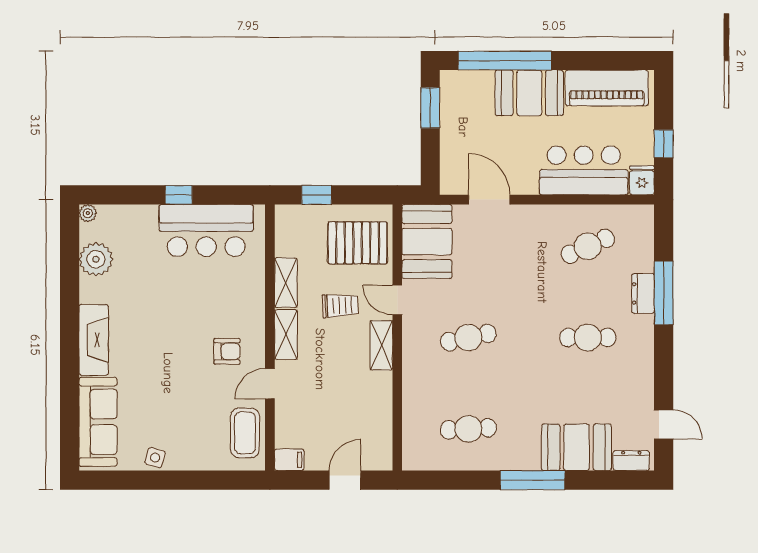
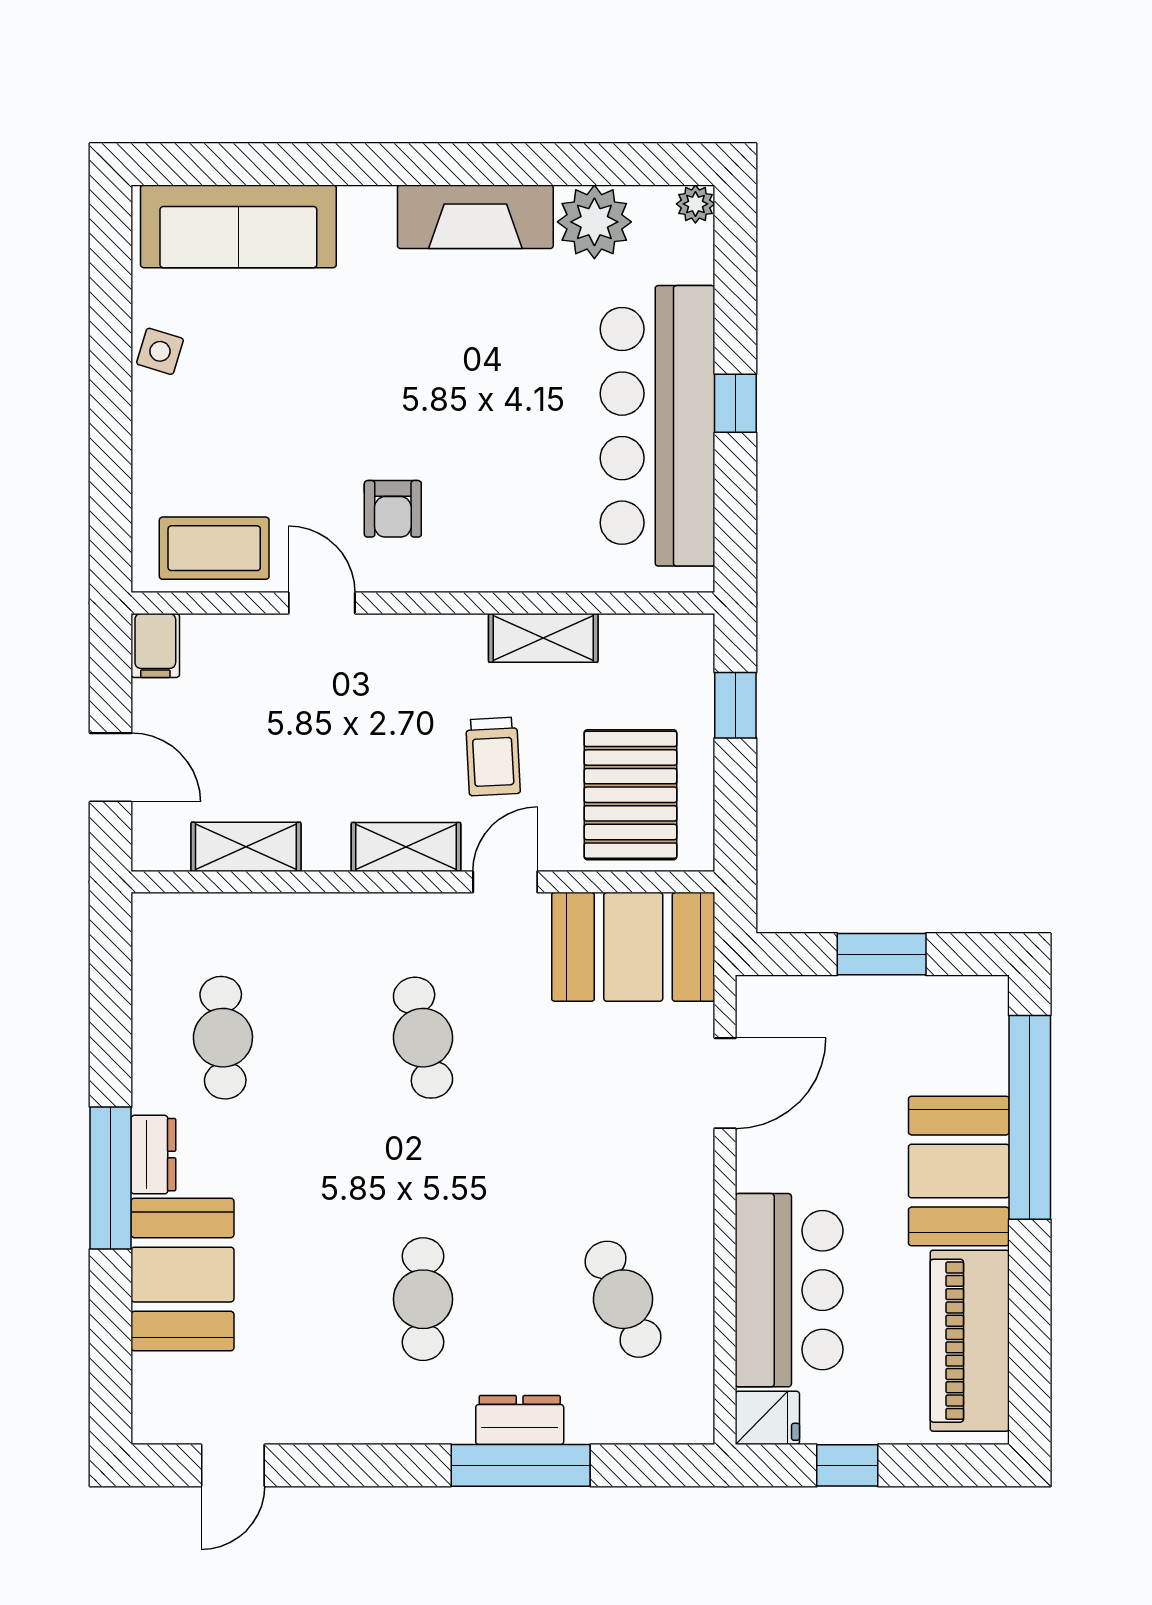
window: (430, 108) -> (882, 954), moved
bar counter: (206, 230) -> (658, 426), width x1.36
shelving: (286, 335) -> (246, 847), moved
fireplace: (94, 340) -> (475, 217), moved
dresser: (631, 461) -> (153, 1155), moved

